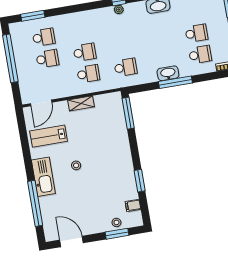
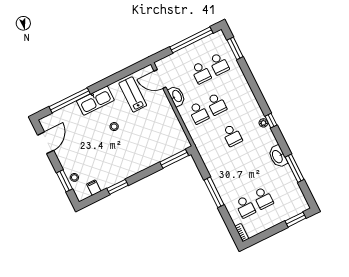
school desk: (126, 67) -> (232, 135), moved
washbasin: (168, 73) -> (177, 96), moved
shelving: (81, 103) -> (170, 114), removed

